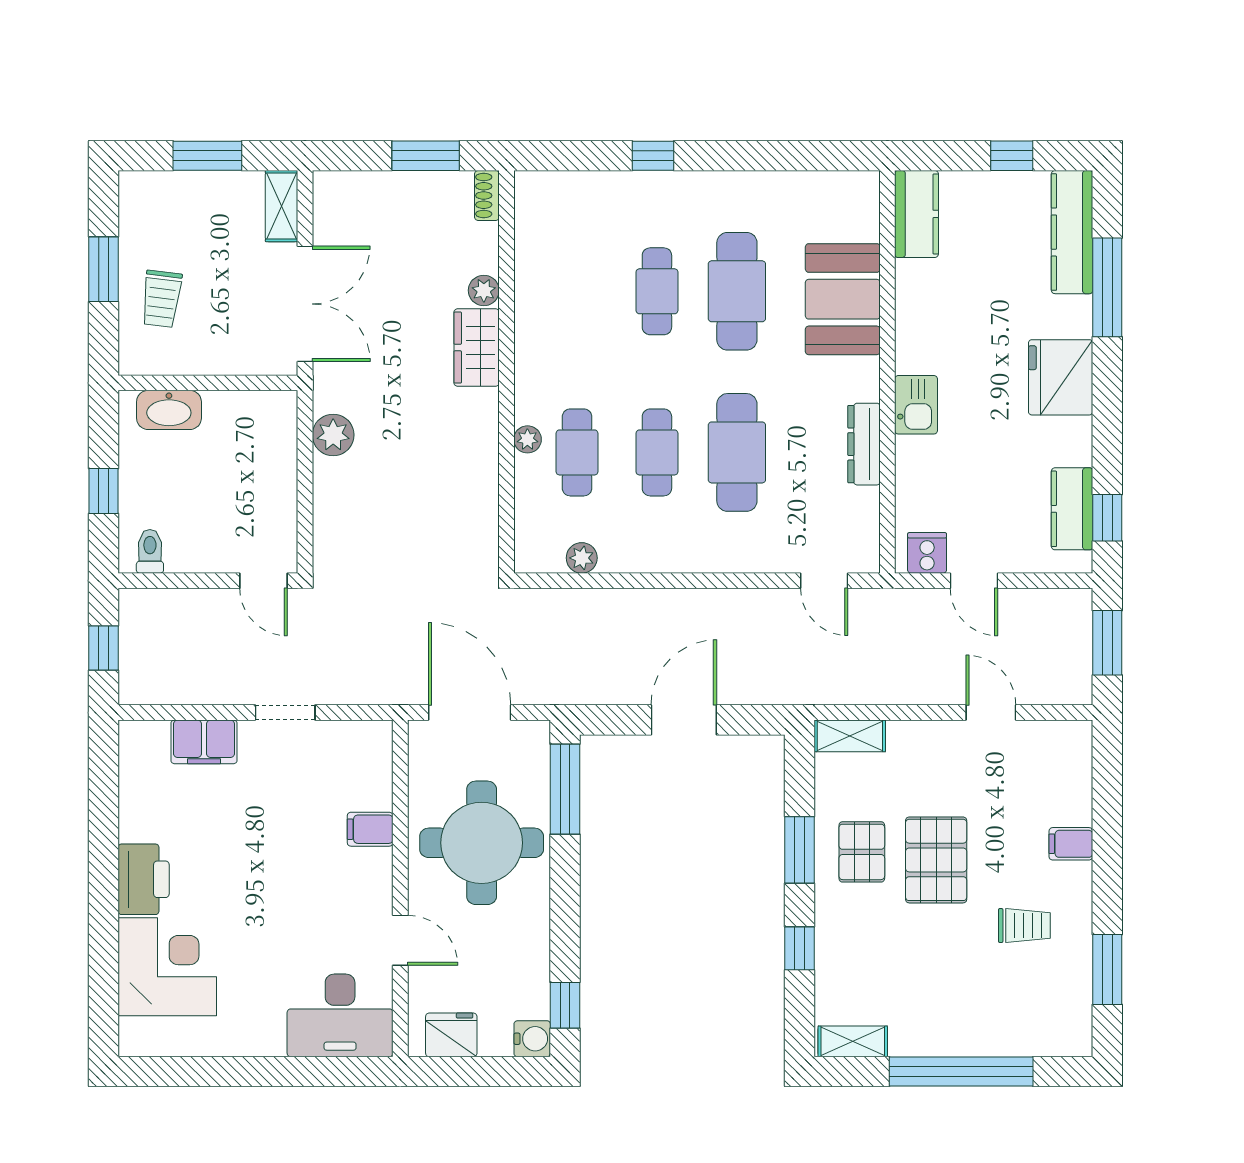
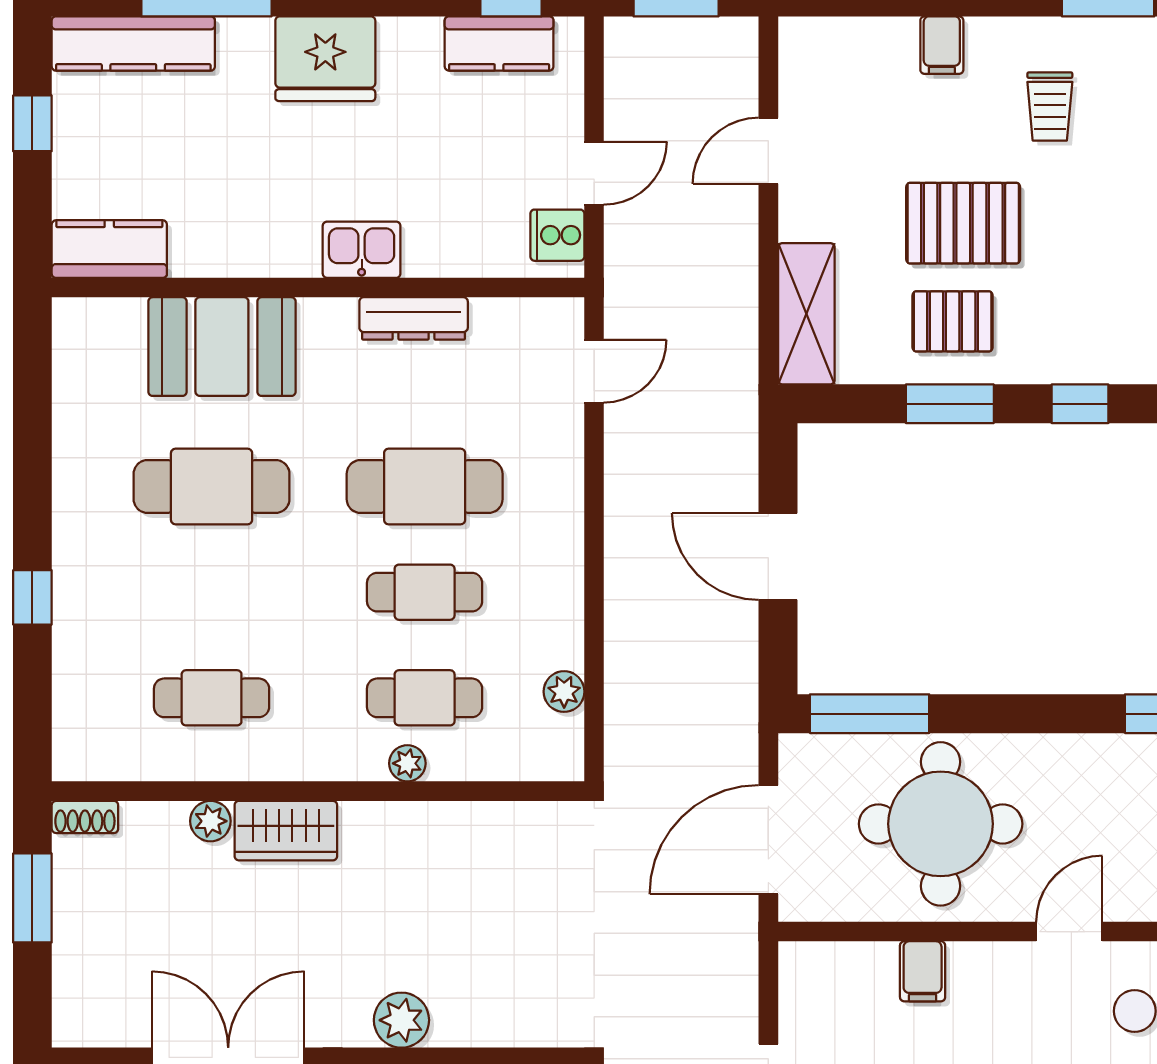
cafe table: (657, 291) -> (212, 698), moved
shelving: (850, 736) -> (806, 314), width x1.50, depth x1.33
trolley: (1024, 926) -> (1050, 106), turned 180

